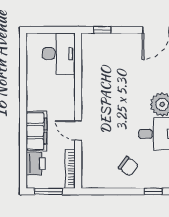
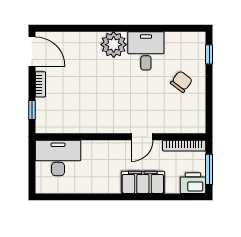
bookcase: (126, 38) -> (40, 84), added
printer: (36, 164) -> (193, 183), moved

